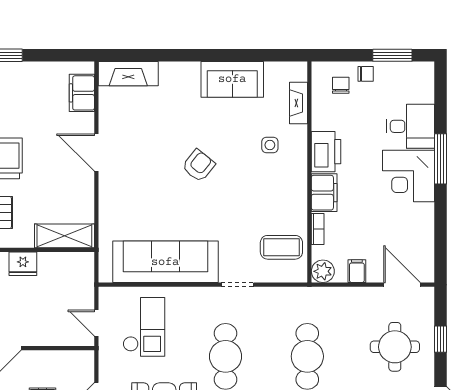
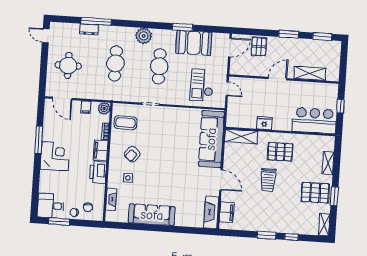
fireplace: (128, 74) -> (211, 212), moved, turned -90
sofa: (232, 79) -> (152, 215), width x1.36
desk: (410, 126) -> (51, 206), moved
window: (441, 159) -> (39, 140), moved
armchair: (199, 166) -> (132, 154), moved
sofa: (165, 262) -> (211, 139), moved, turned 90
window: (441, 339) -> (44, 68), removed

